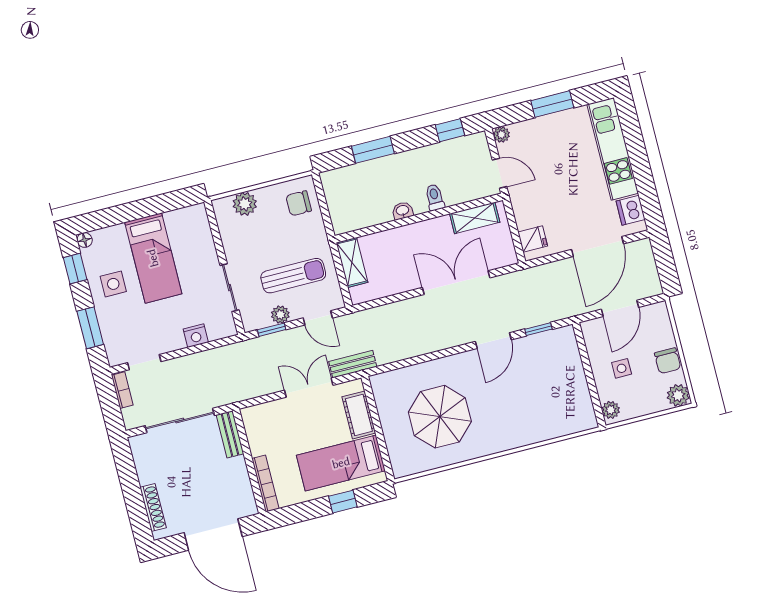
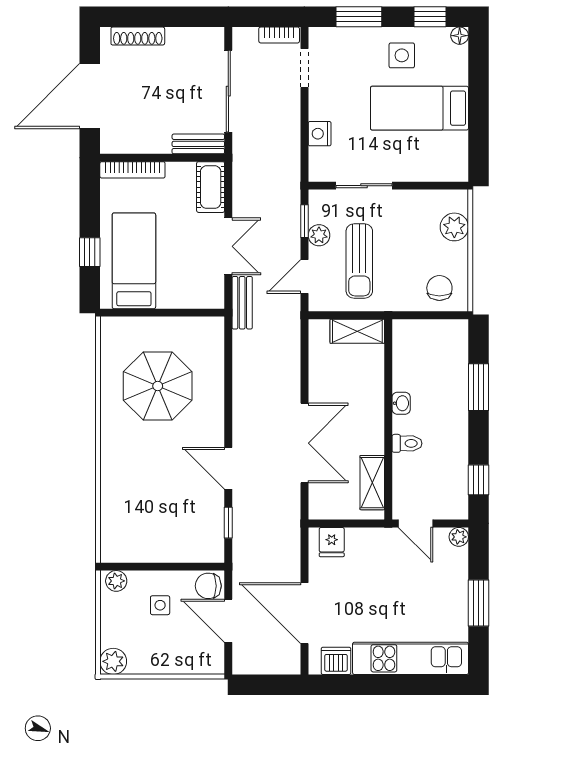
door: (499, 173) -> (416, 523), hinge flipped
chair: (668, 361) -> (208, 586), moved
cot: (359, 415) -> (211, 187), moved, turned 90

